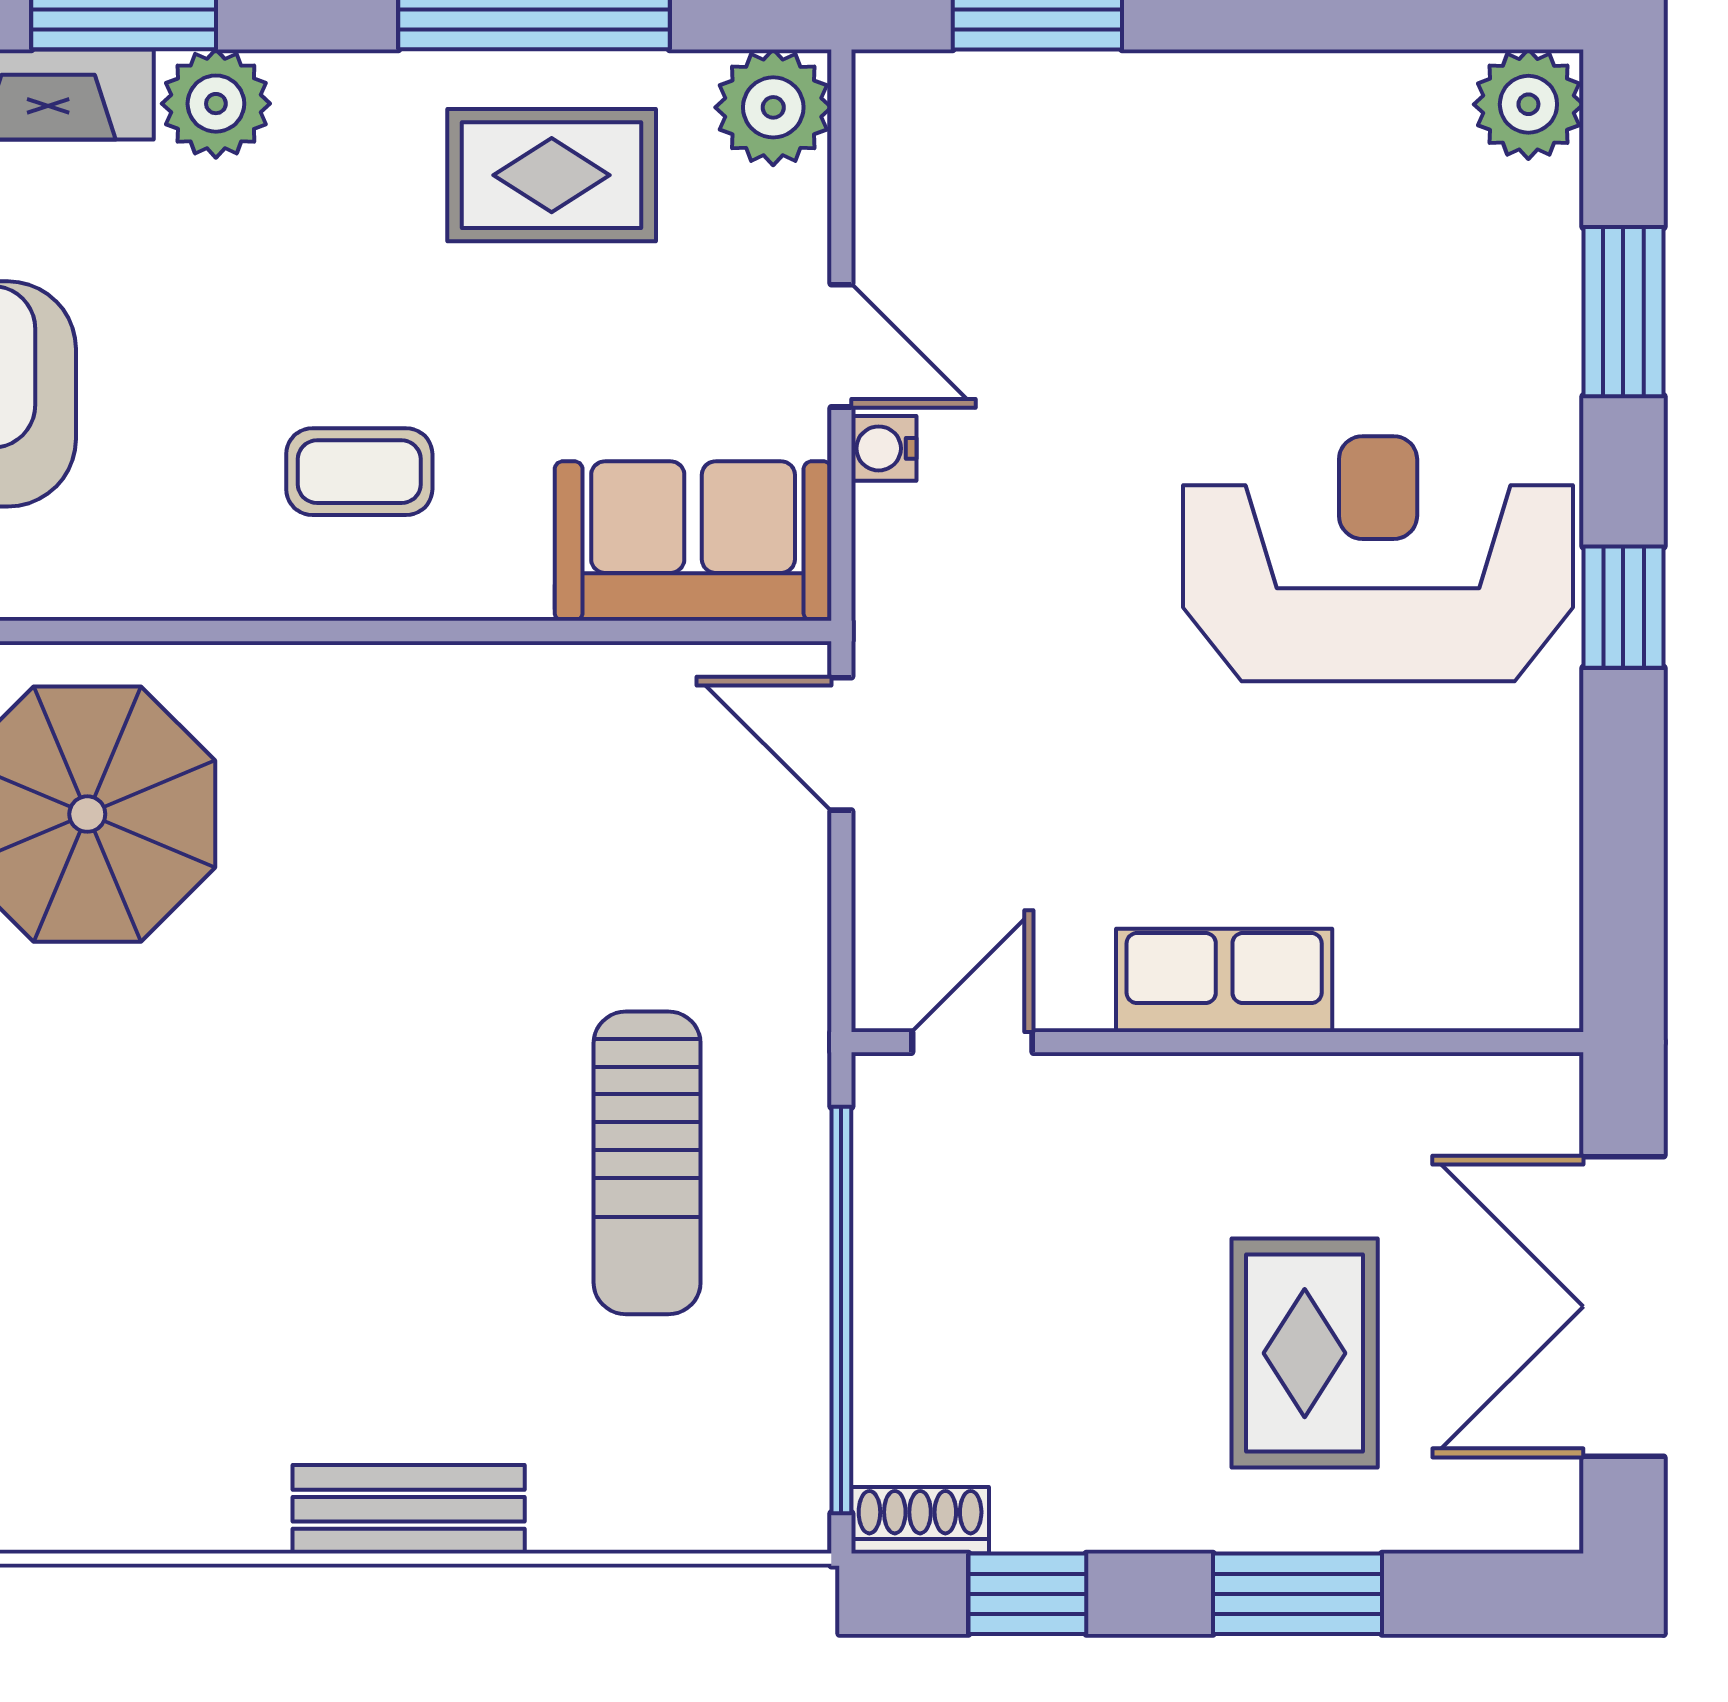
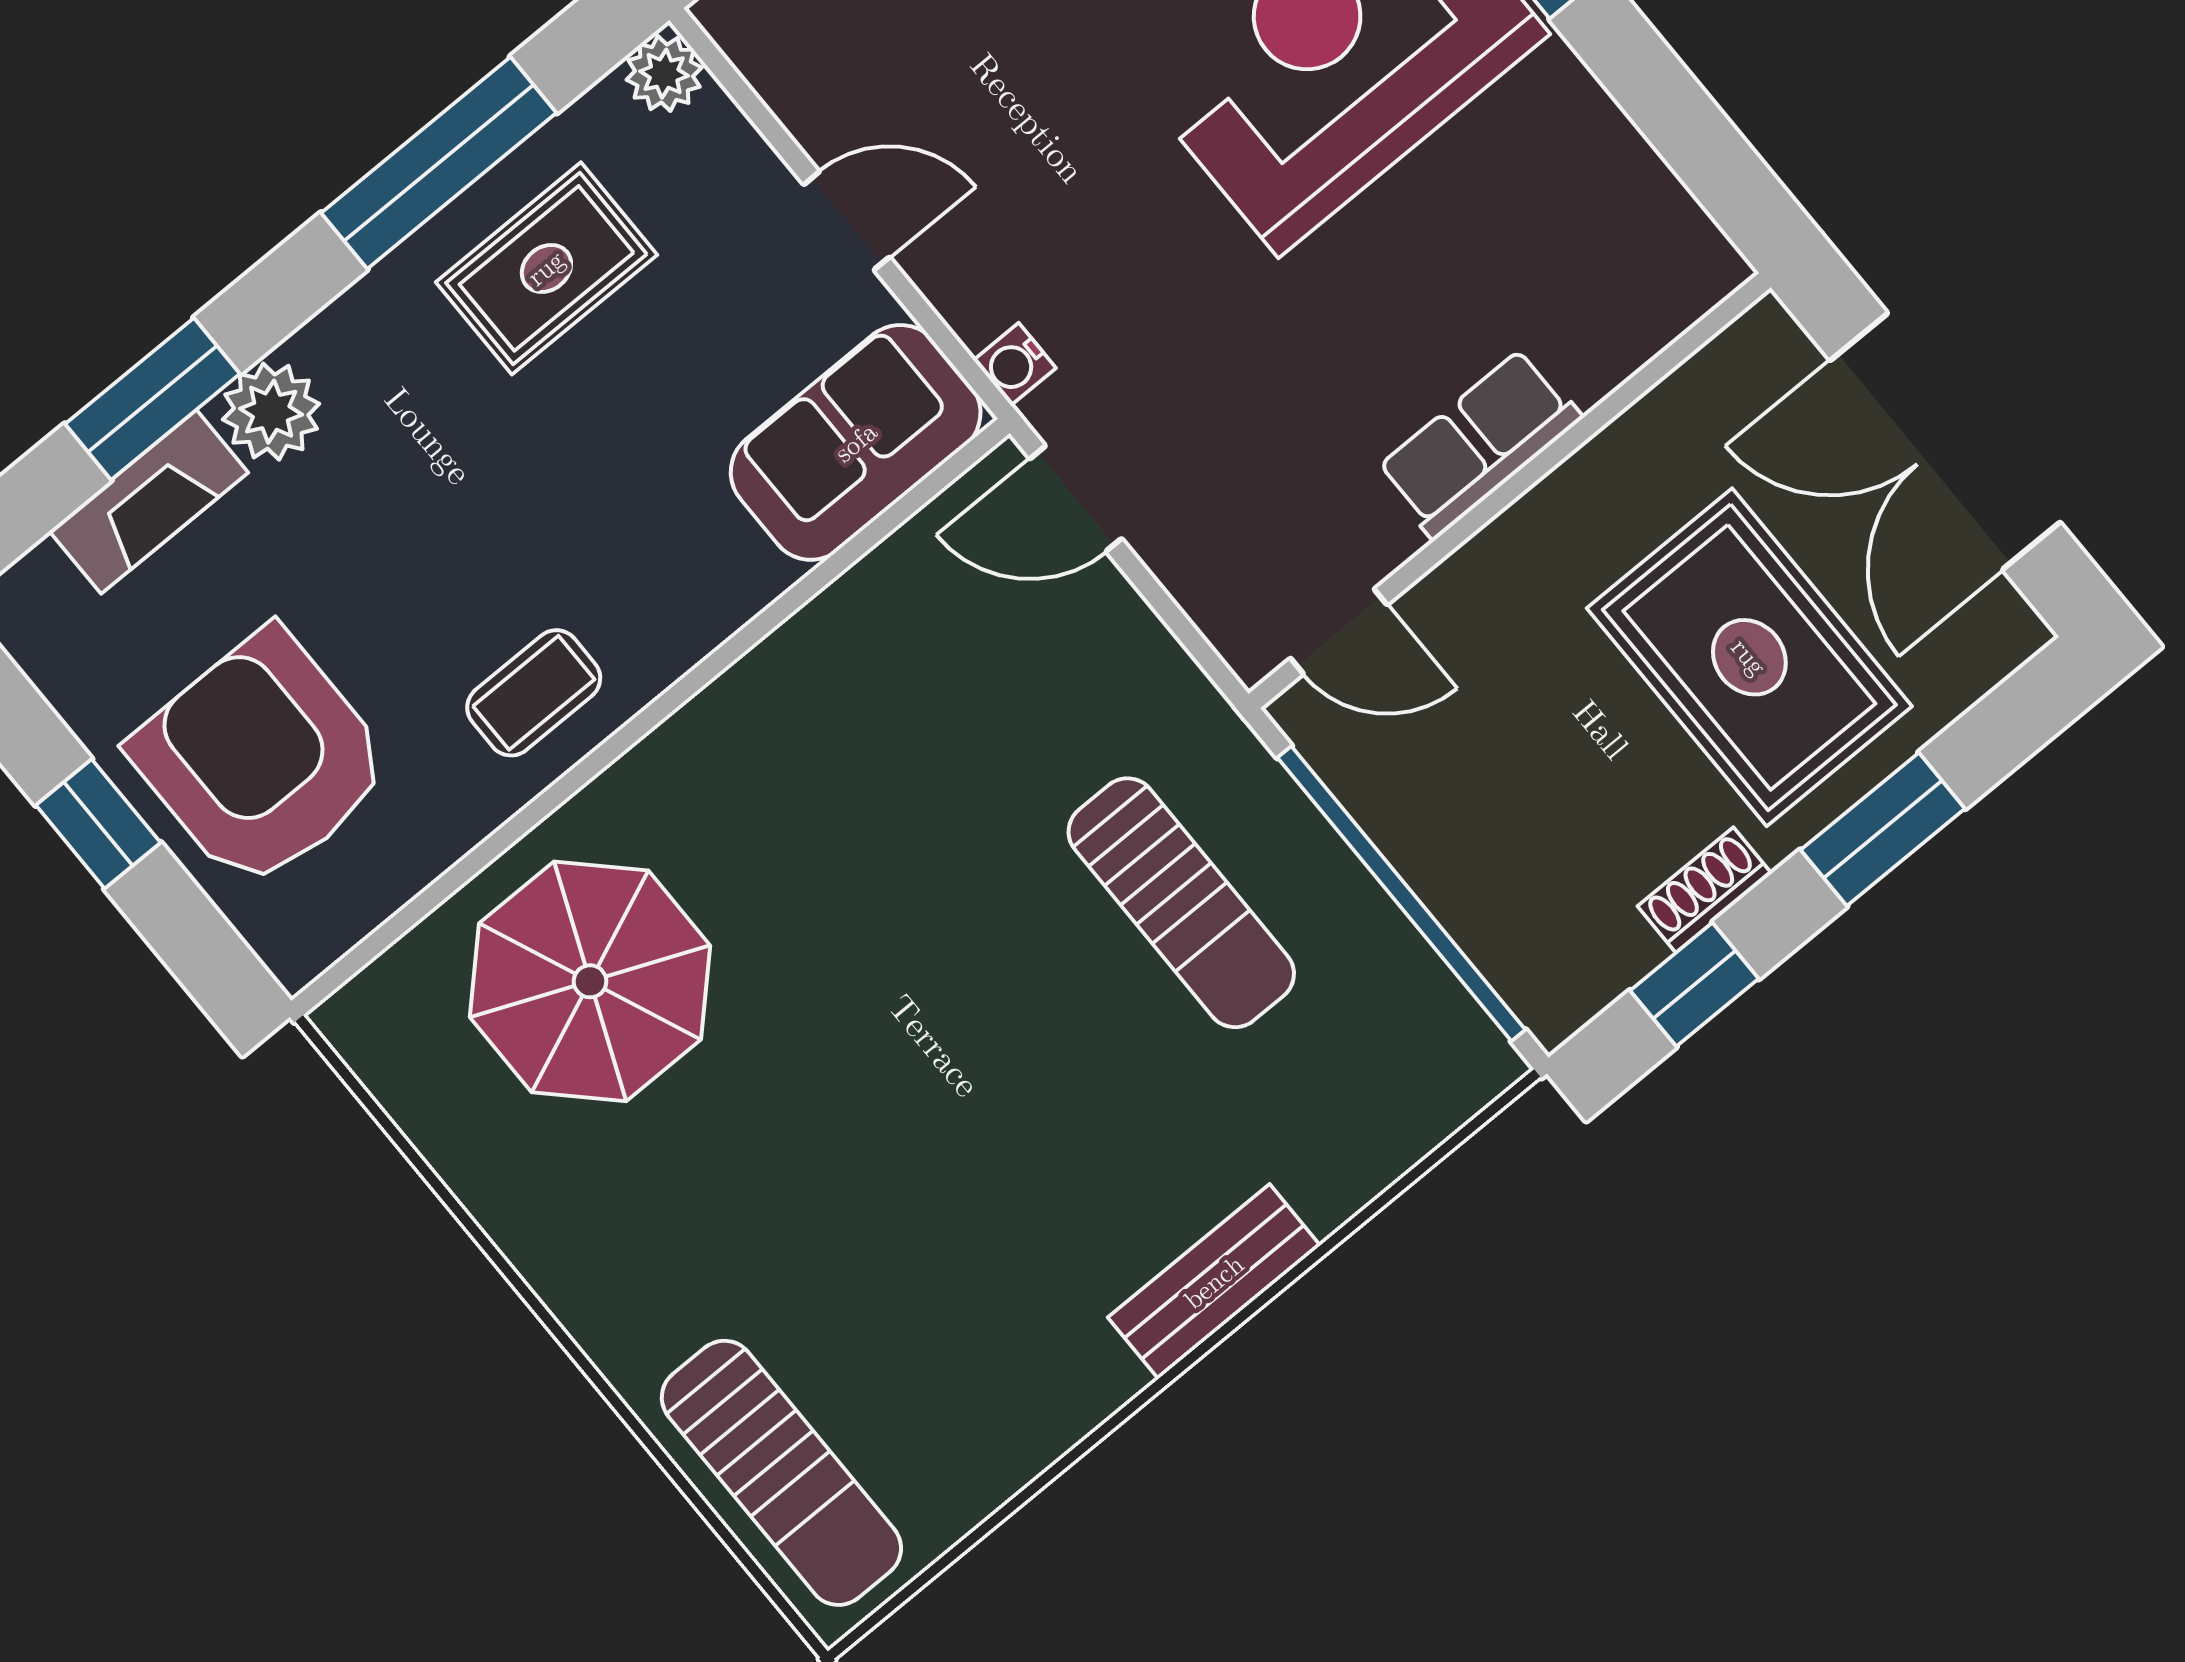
plant: (773, 107) -> (664, 74), width x0.73, depth x0.73
water cooler: (884, 448) -> (1015, 364), moved
coffee table: (359, 472) -> (534, 693), moved
door: (972, 1042) -> (1339, 631), swing flipped
rug: (1305, 1353) -> (1749, 657), width x1.36, depth x1.43
shoe rack: (920, 1520) -> (1705, 890), moved

